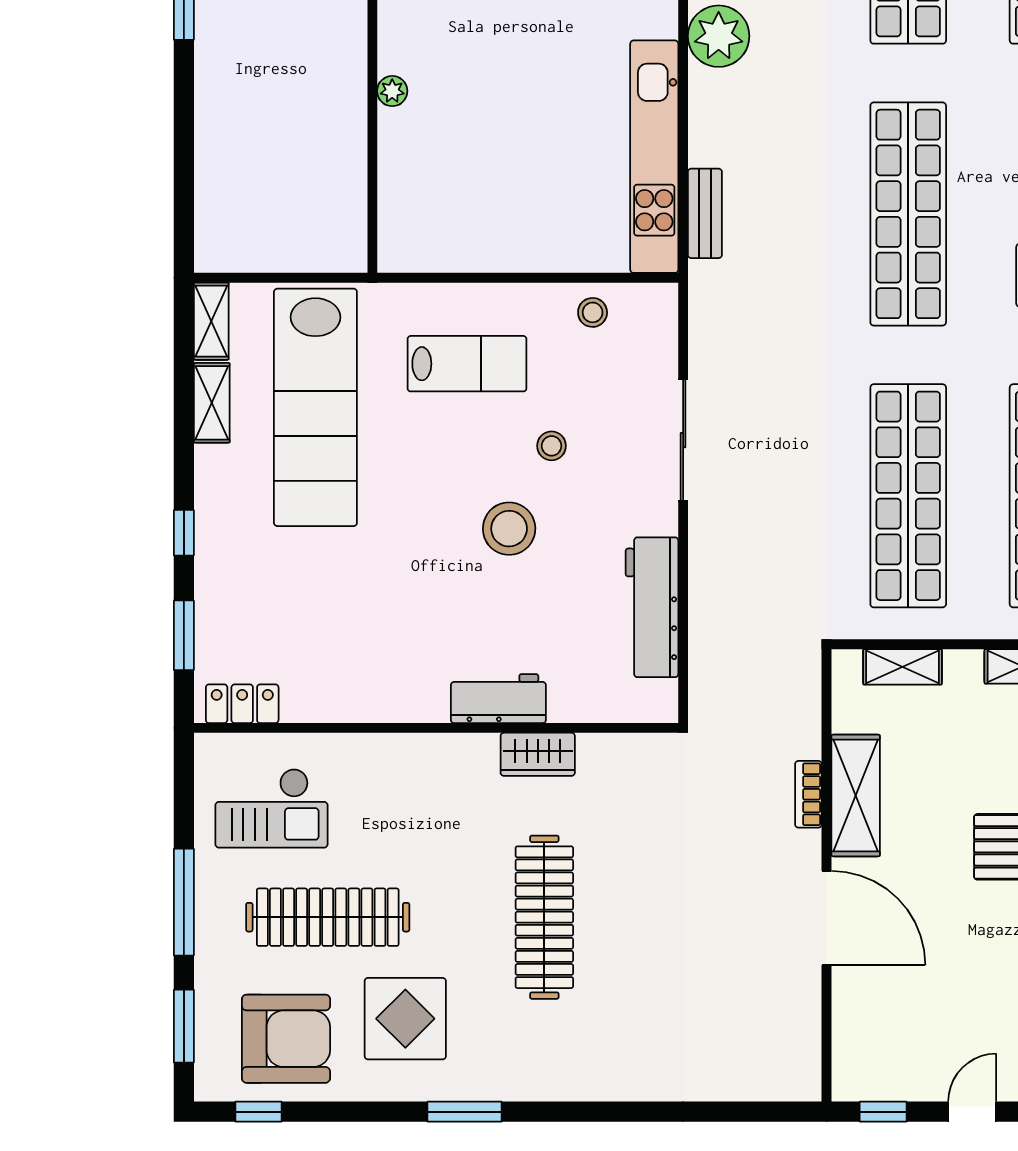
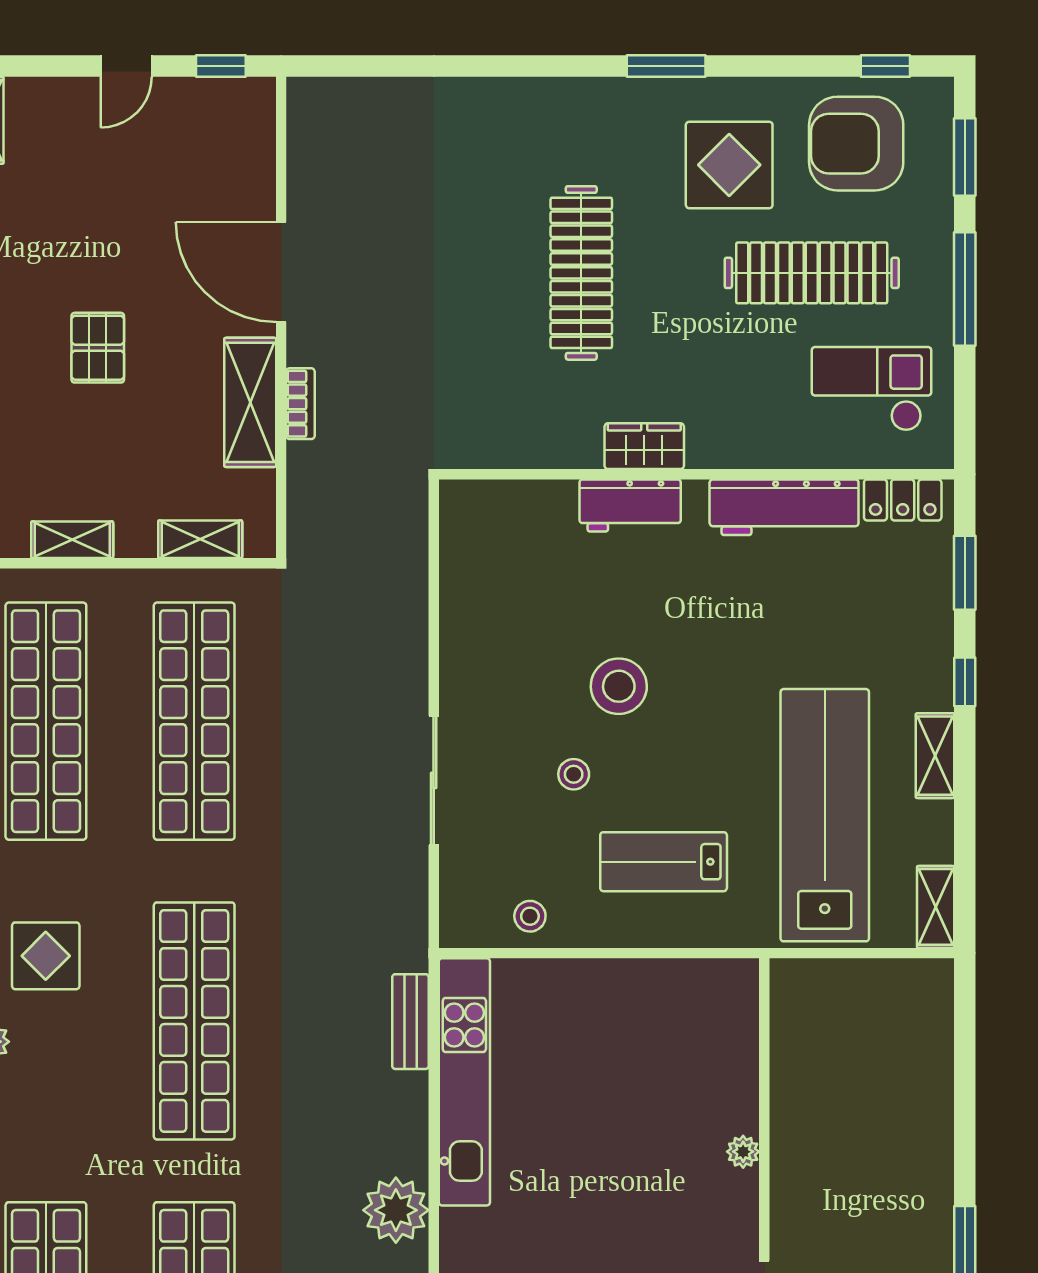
shelving: (212, 403) -> (935, 756), moved
workbench: (652, 607) -> (784, 507), moved, turned 90
wardrobe: (538, 754) -> (644, 446), moved

